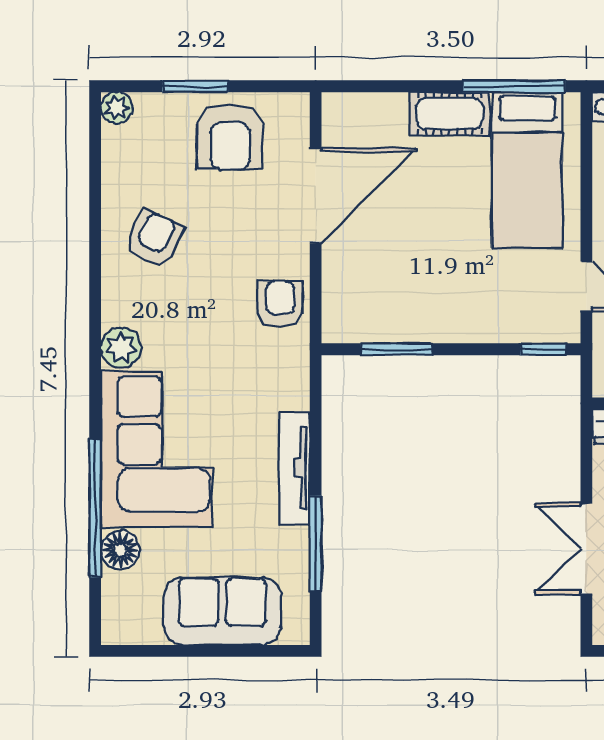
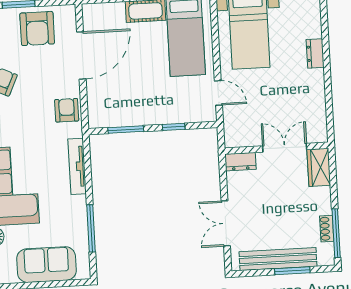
window: (543, 349) -> (174, 127), moved
tv unit: (295, 468) -> (77, 166), moved

